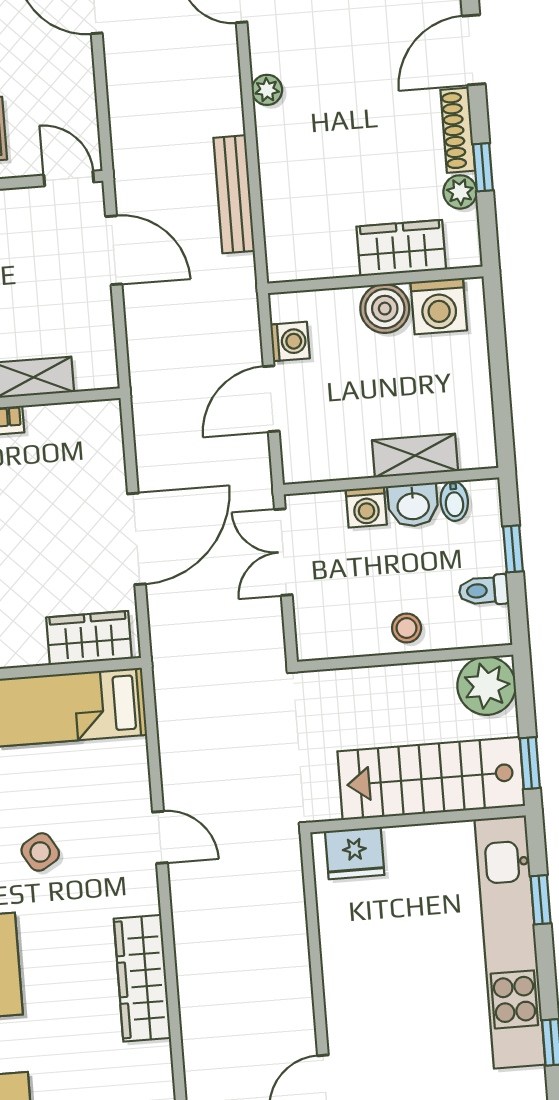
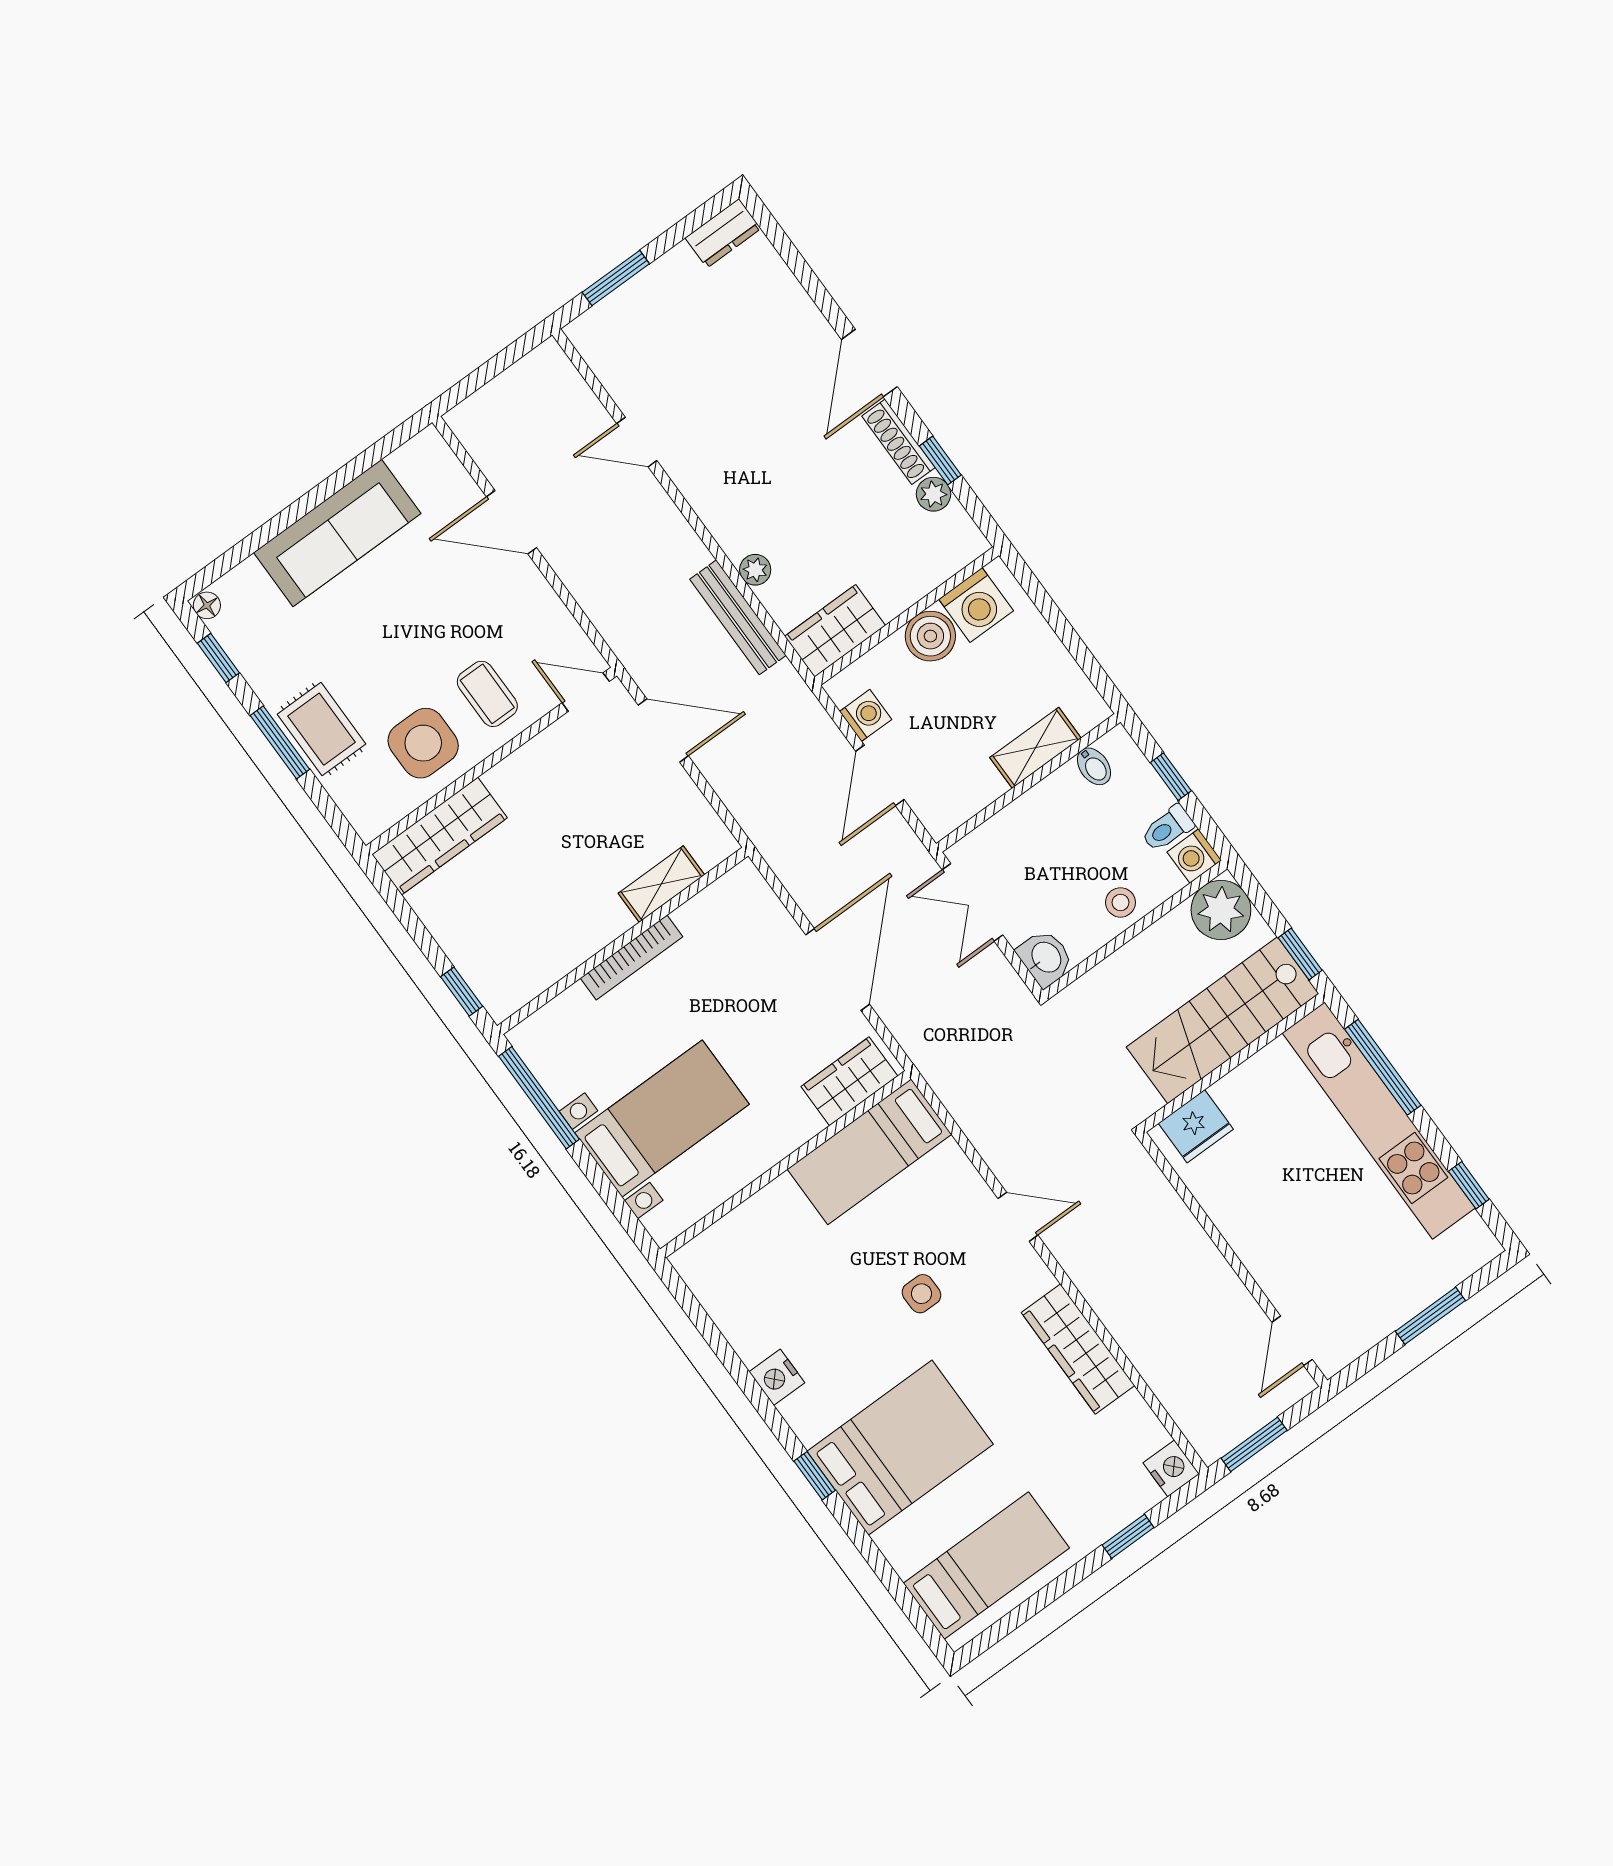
plant: (267, 90) -> (755, 570), moved
wardrobe: (401, 248) -> (835, 631), moved
washbasin: (413, 505) -> (1045, 958), moved, turned -90
washing machine: (366, 507) -> (1194, 856), moved, turned 90
side table: (40, 852) -> (921, 1294), turned 30
window: (541, 900) -> (1383, 1067), width x2.17

